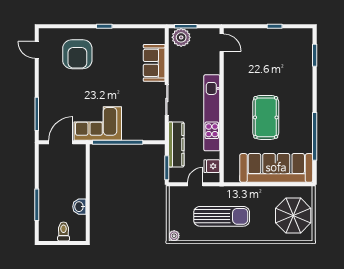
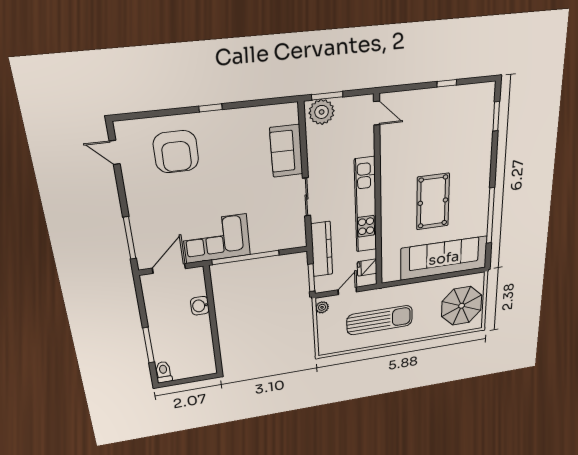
washbasin: (79, 207) -> (200, 306), moved
toilet: (64, 231) -> (164, 372), moved
plant: (174, 236) -> (322, 307), moved

